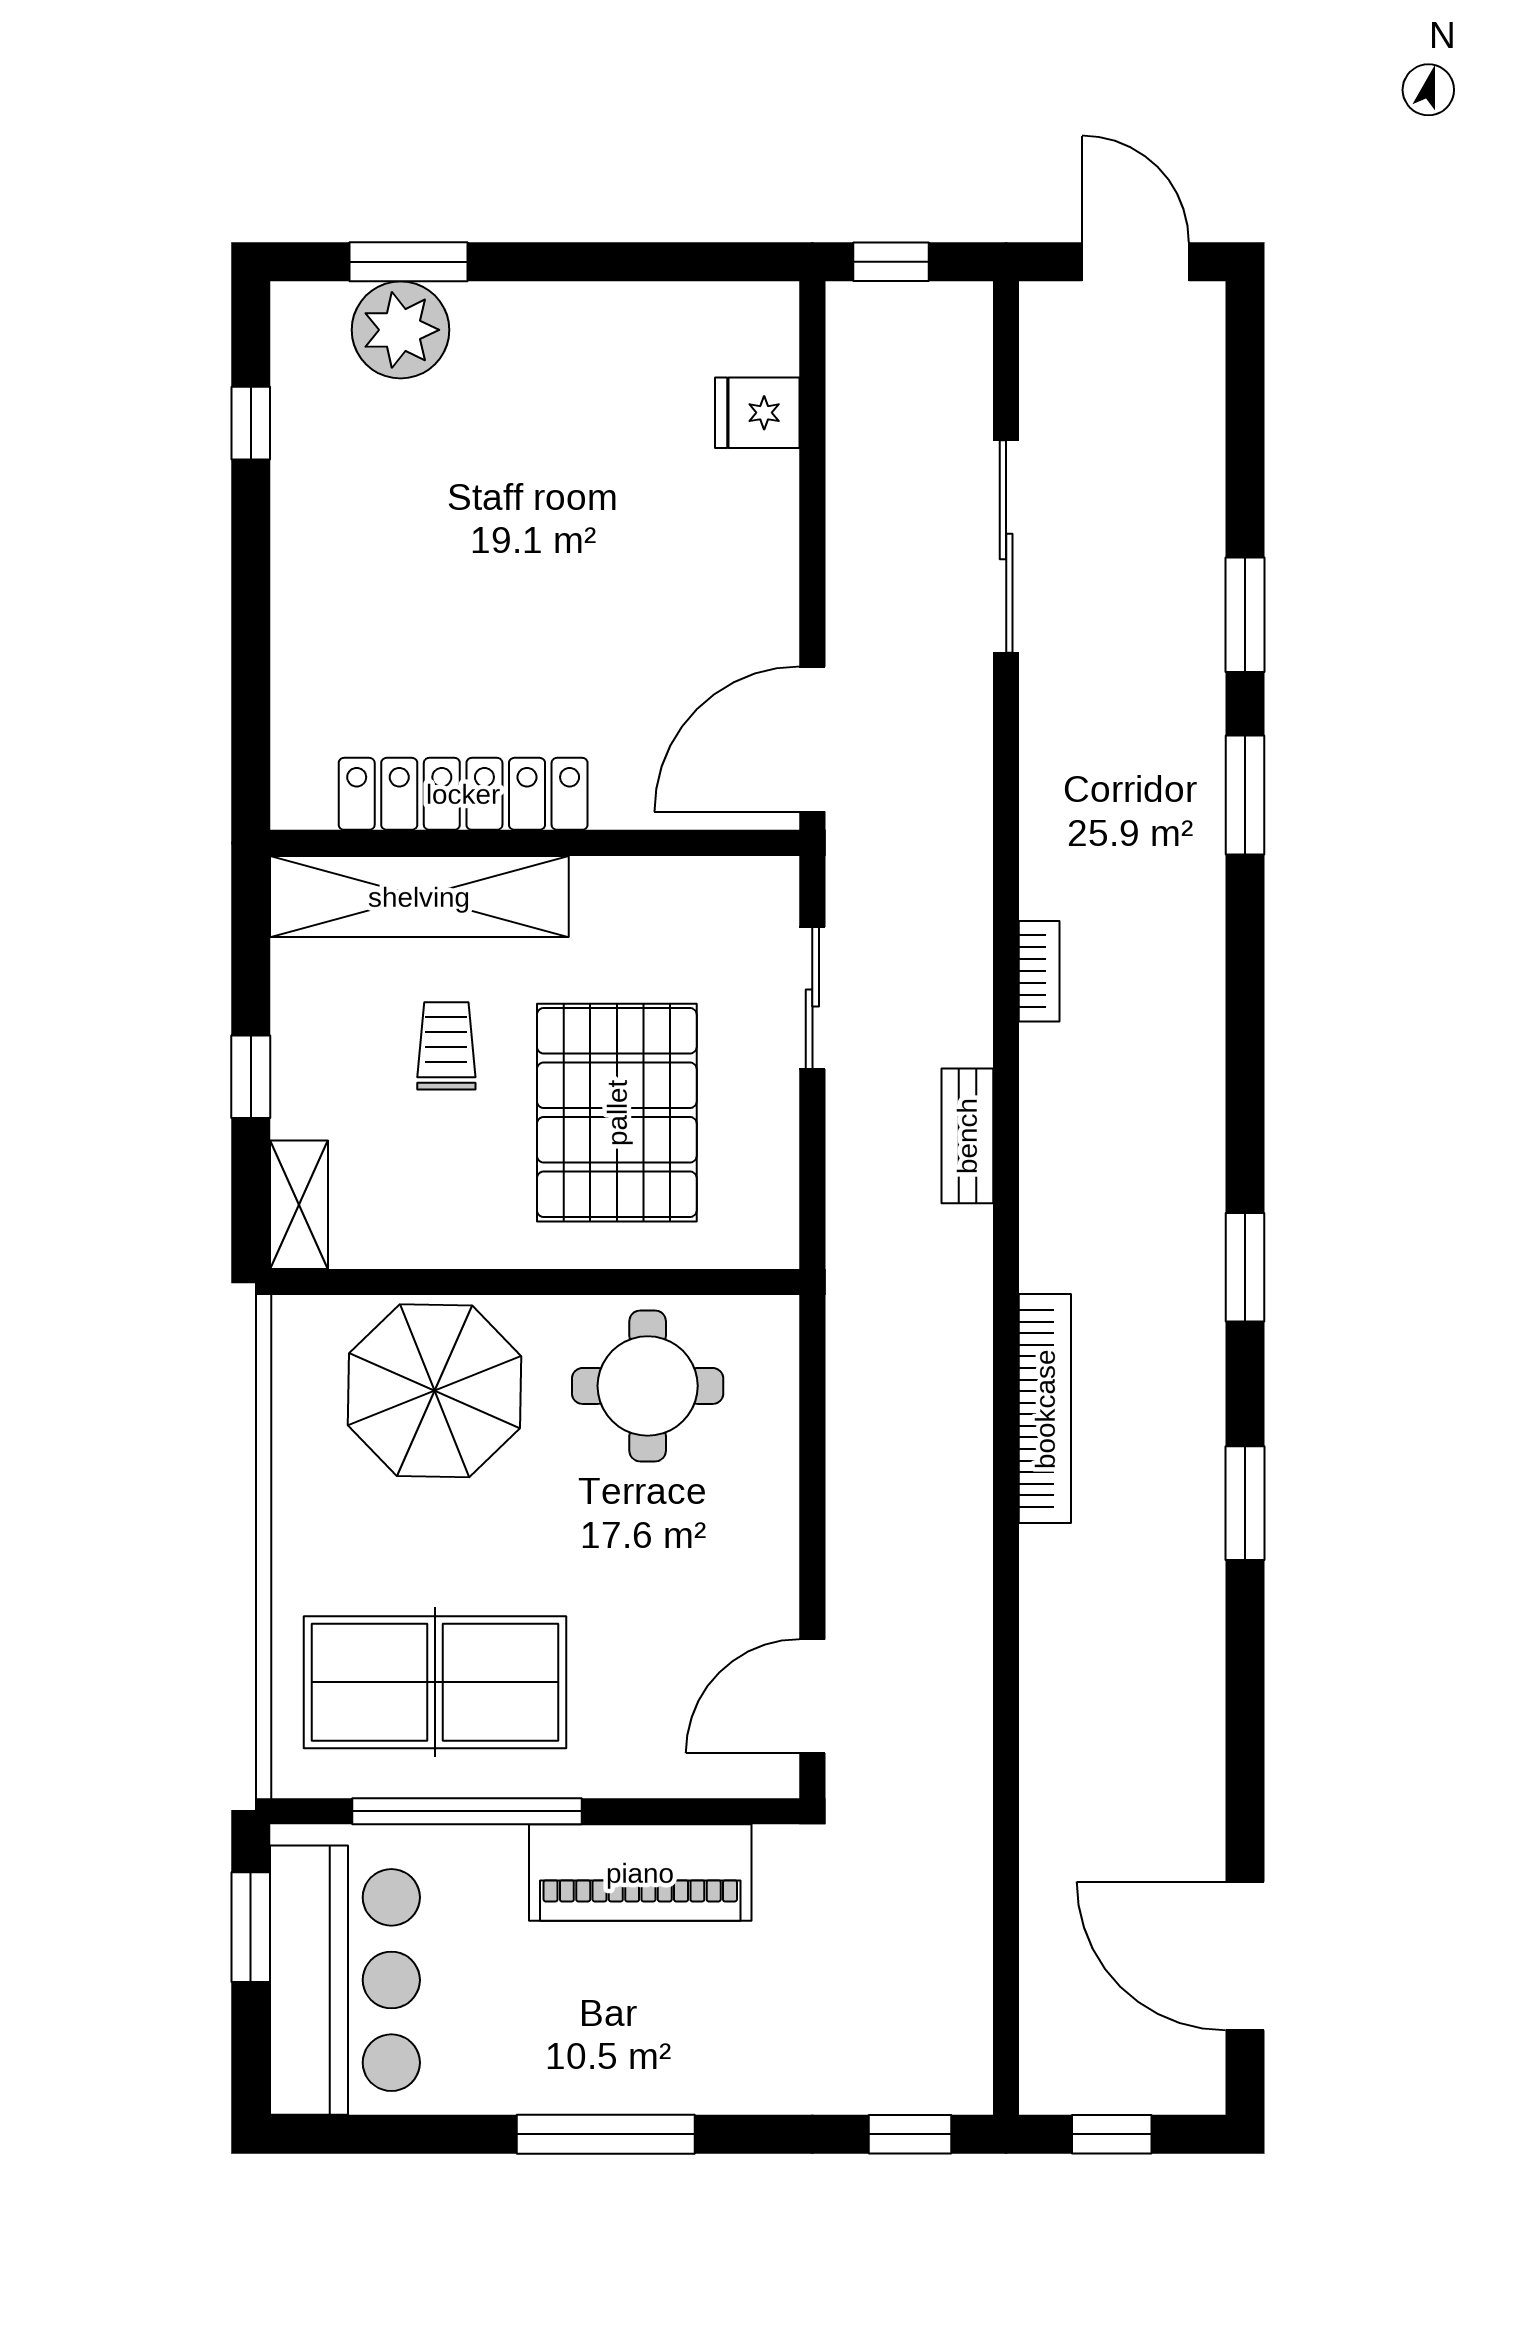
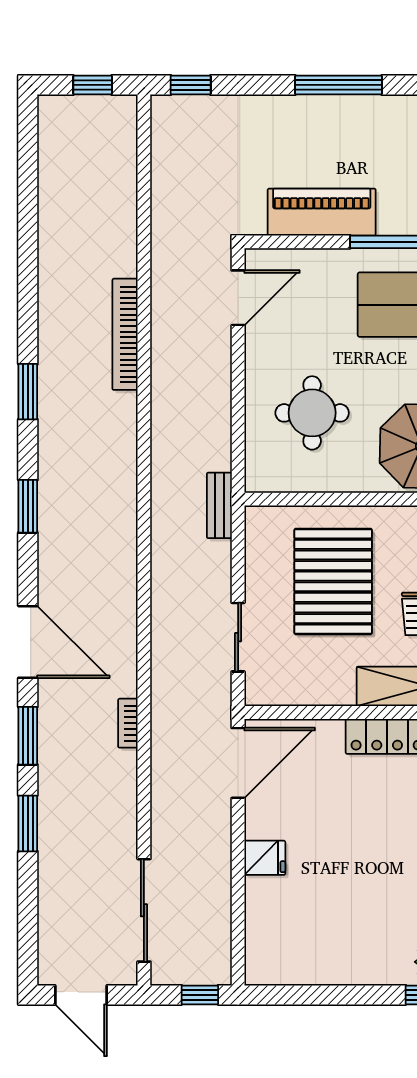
fridge: (757, 413) -> (265, 858), moved
sliding door: (1006, 547) -> (144, 910), moved
bookcase: (1039, 971) -> (128, 723), moved
bench: (967, 1136) -> (219, 505), moved
round table: (648, 1386) -> (312, 413), moved
bookcase: (1045, 1409) -> (125, 334), moved
door: (1245, 1956) -> (28, 642), moved

